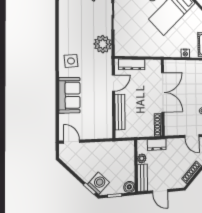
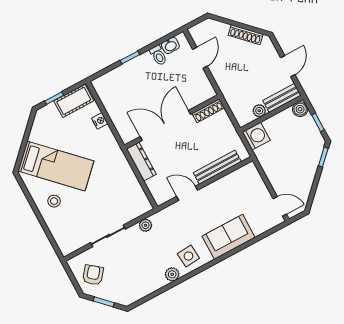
plant: (64, 43) -> (172, 274), added
plant: (103, 44) -> (145, 225), width x0.53, depth x0.53
dresser: (132, 64) -> (141, 162), moved
door: (72, 142) -> (280, 206), swing flipped
dresser: (157, 145) -> (233, 100), removed
washing machine: (99, 183) -> (256, 136), moved, turned 135

